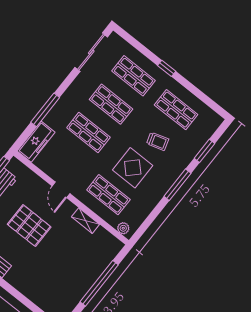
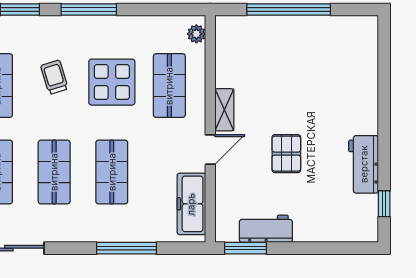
freezer: (36, 142) -> (191, 204), moved, turned -90
shelving: (85, 221) -> (224, 110), moved
pallet: (29, 226) -> (286, 154), width x0.67, depth x0.71

